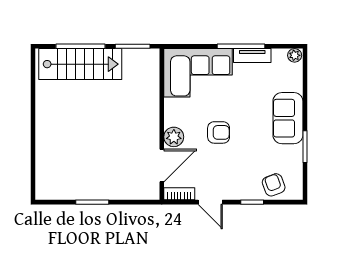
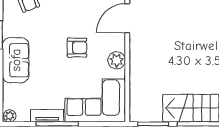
armchair: (219, 132) -> (77, 48), turned 180
plant: (174, 137) -> (117, 60), moved

